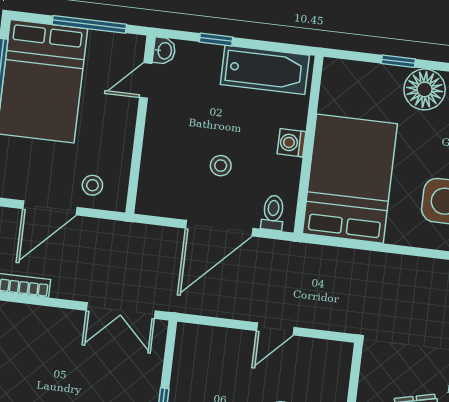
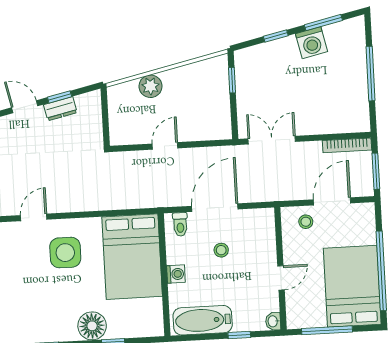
door: (146, 81) -> (281, 278), moved

